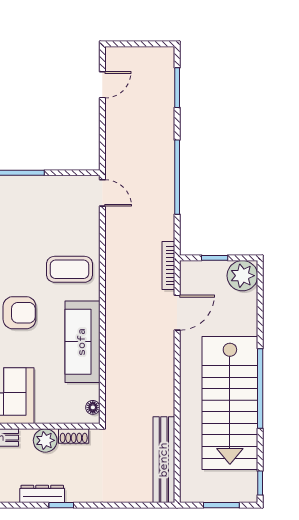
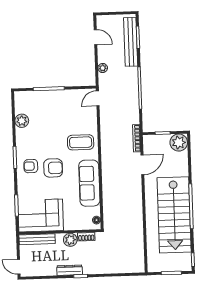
door: (102, 85) -> (96, 37), hinge flipped
plant: (113, 140) -> (103, 68), added
door: (102, 193) -> (98, 98), swing flipped
bench: (164, 460) -> (131, 42), moved

